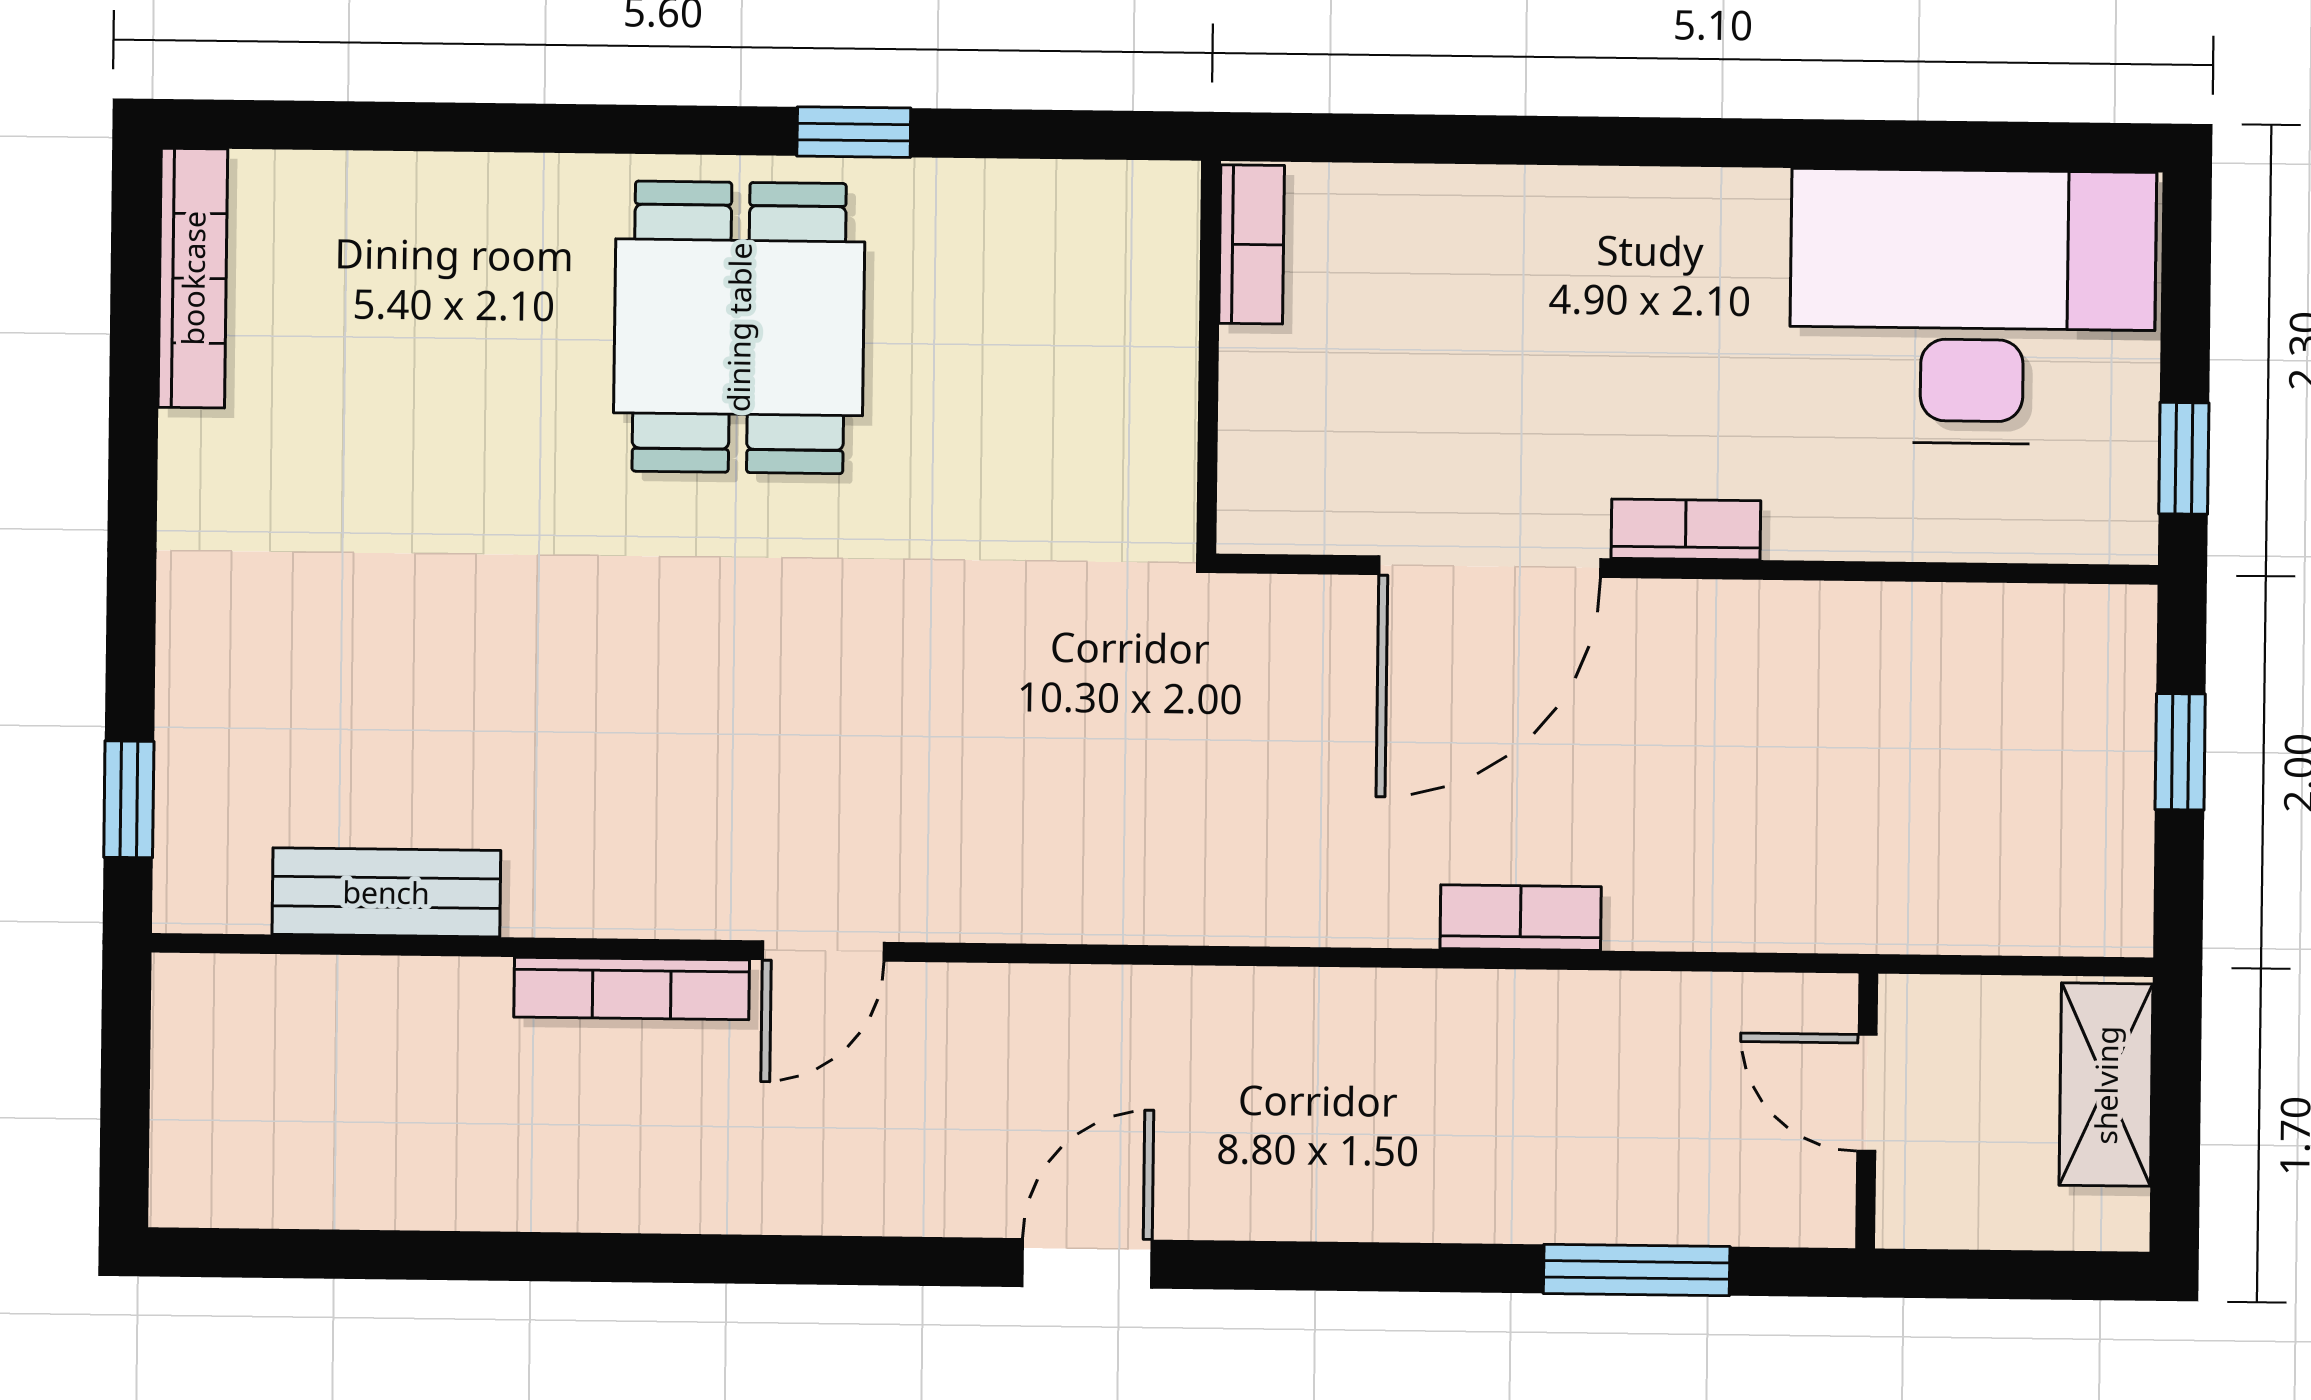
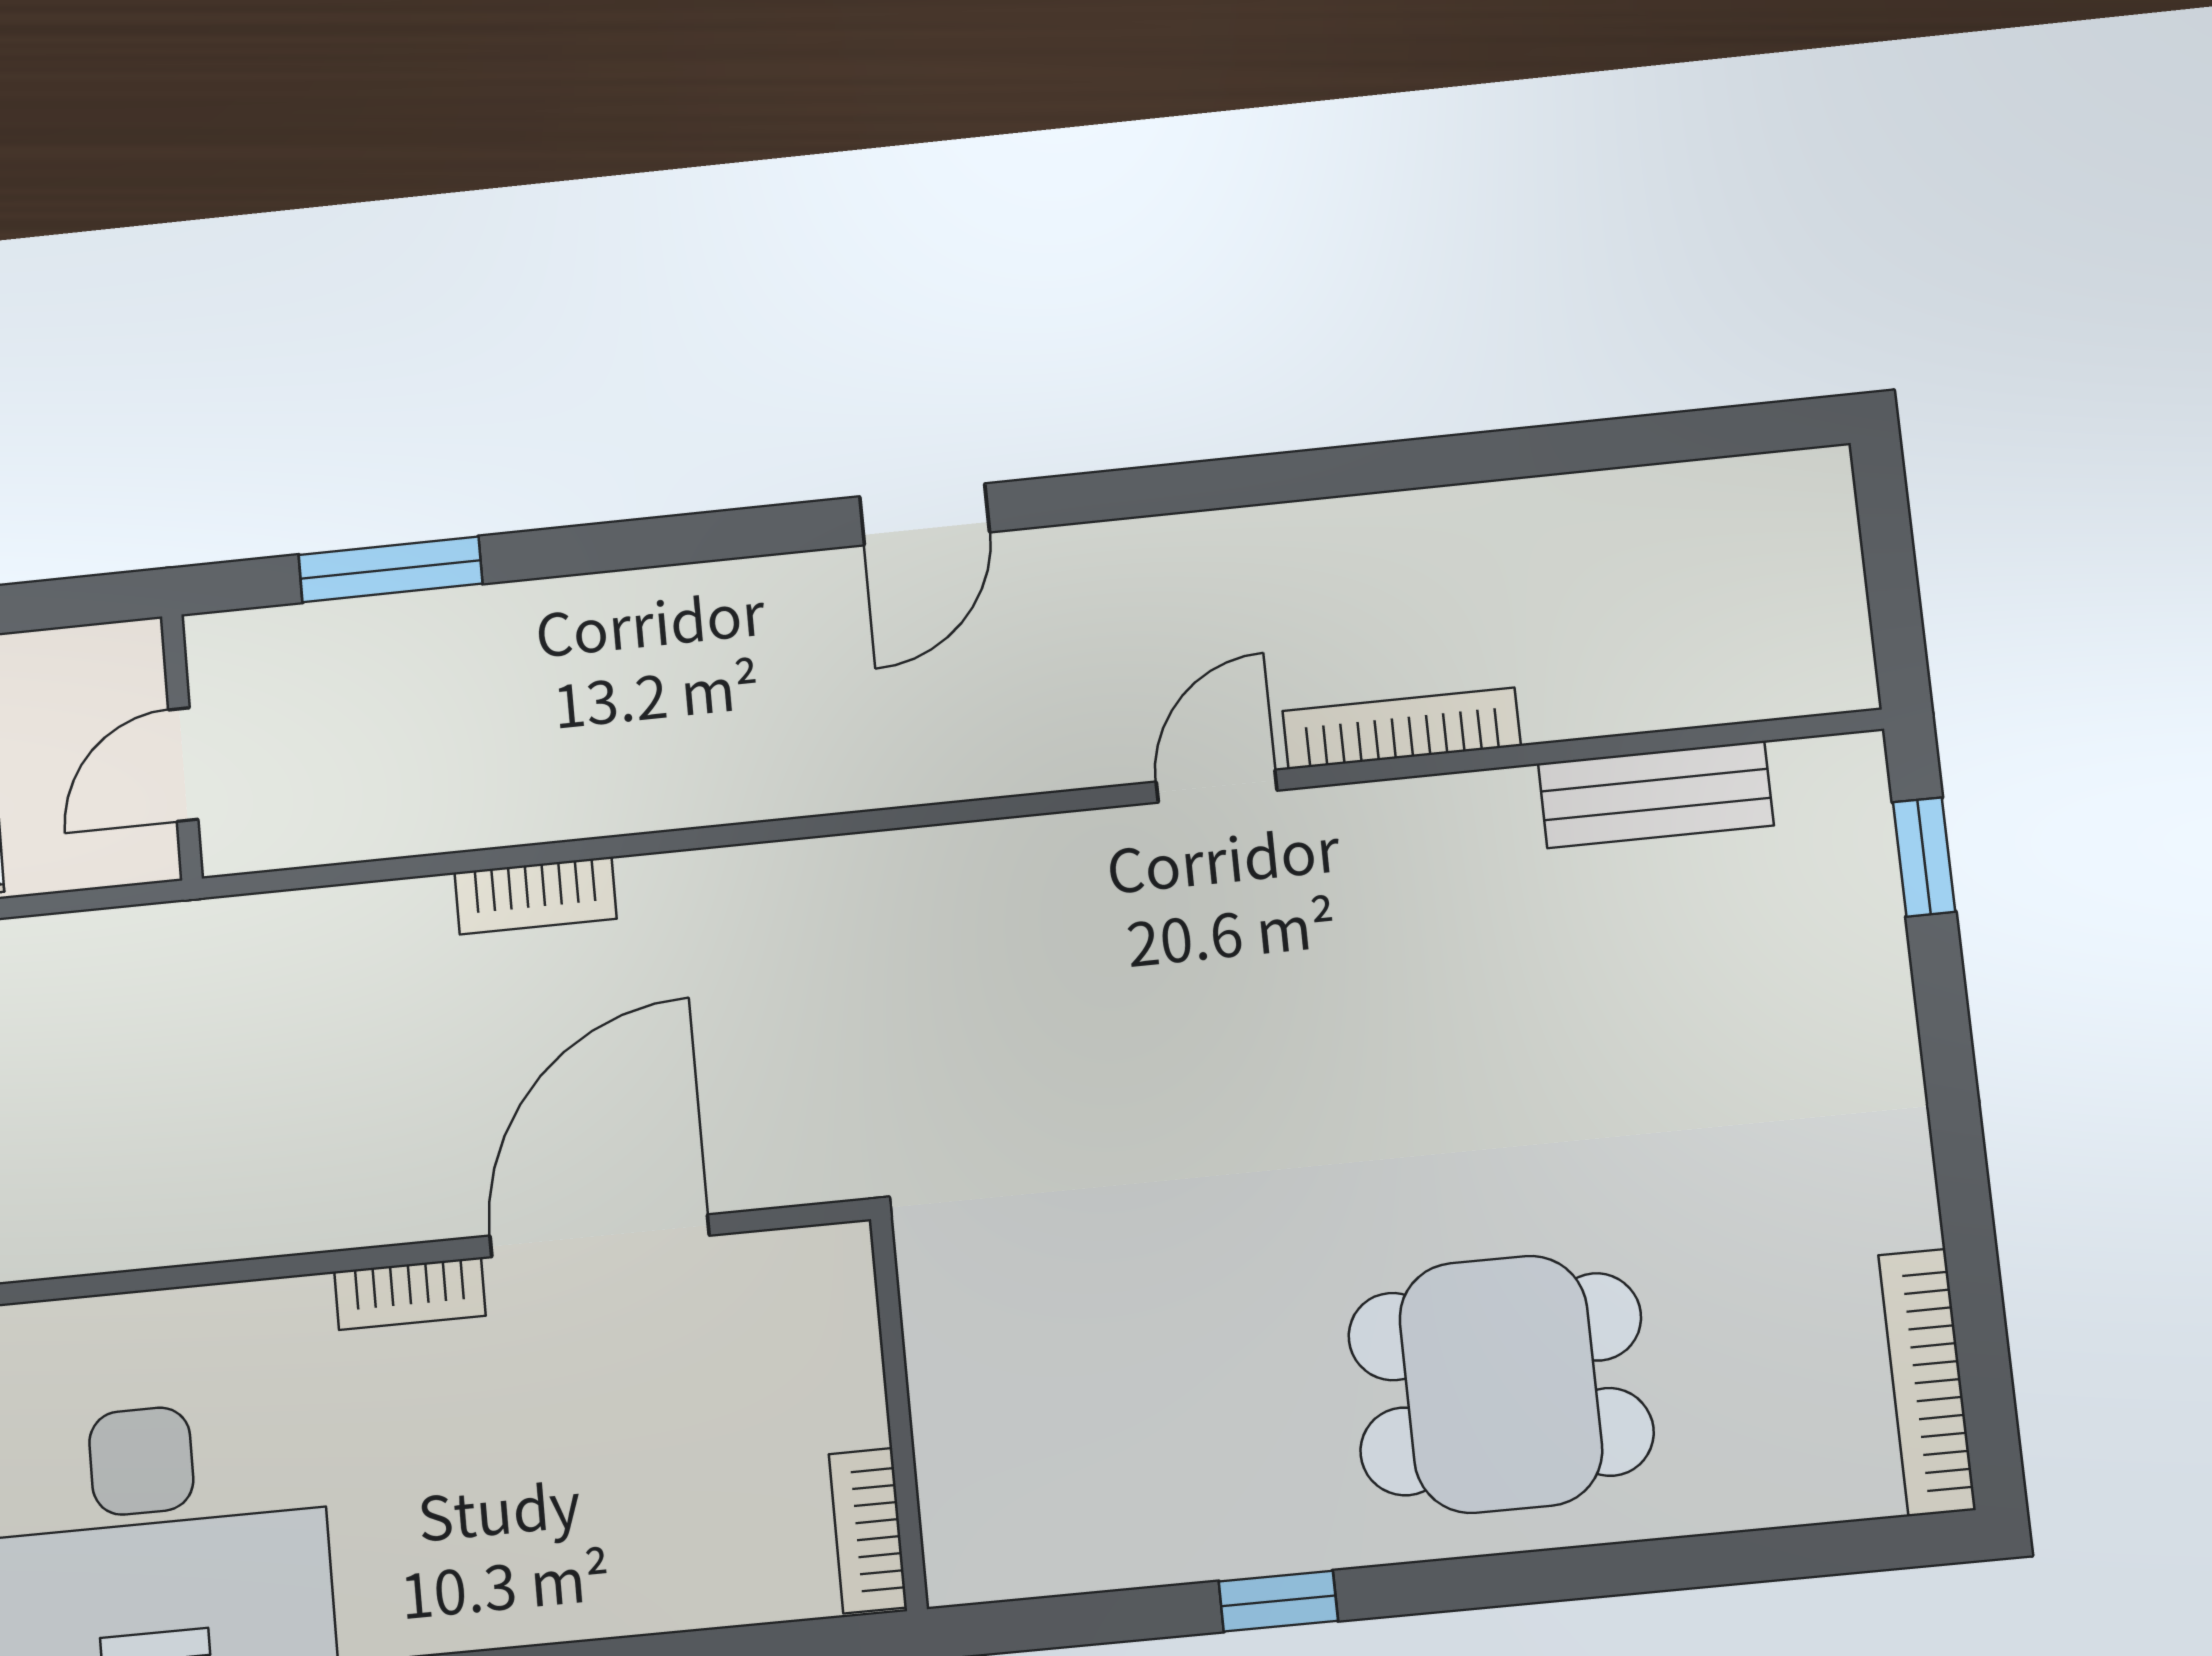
dining table: (739, 327) -> (1501, 1384), moved, turned 90
door: (1867, 1093) -> (183, 765), swing flipped

